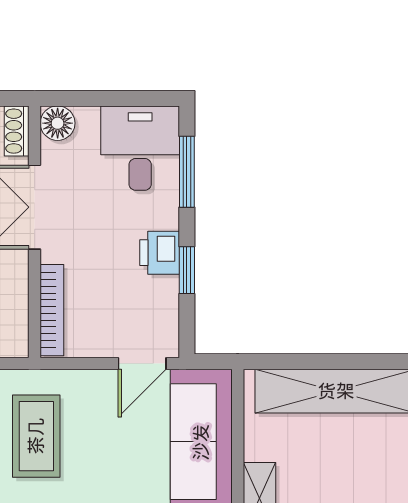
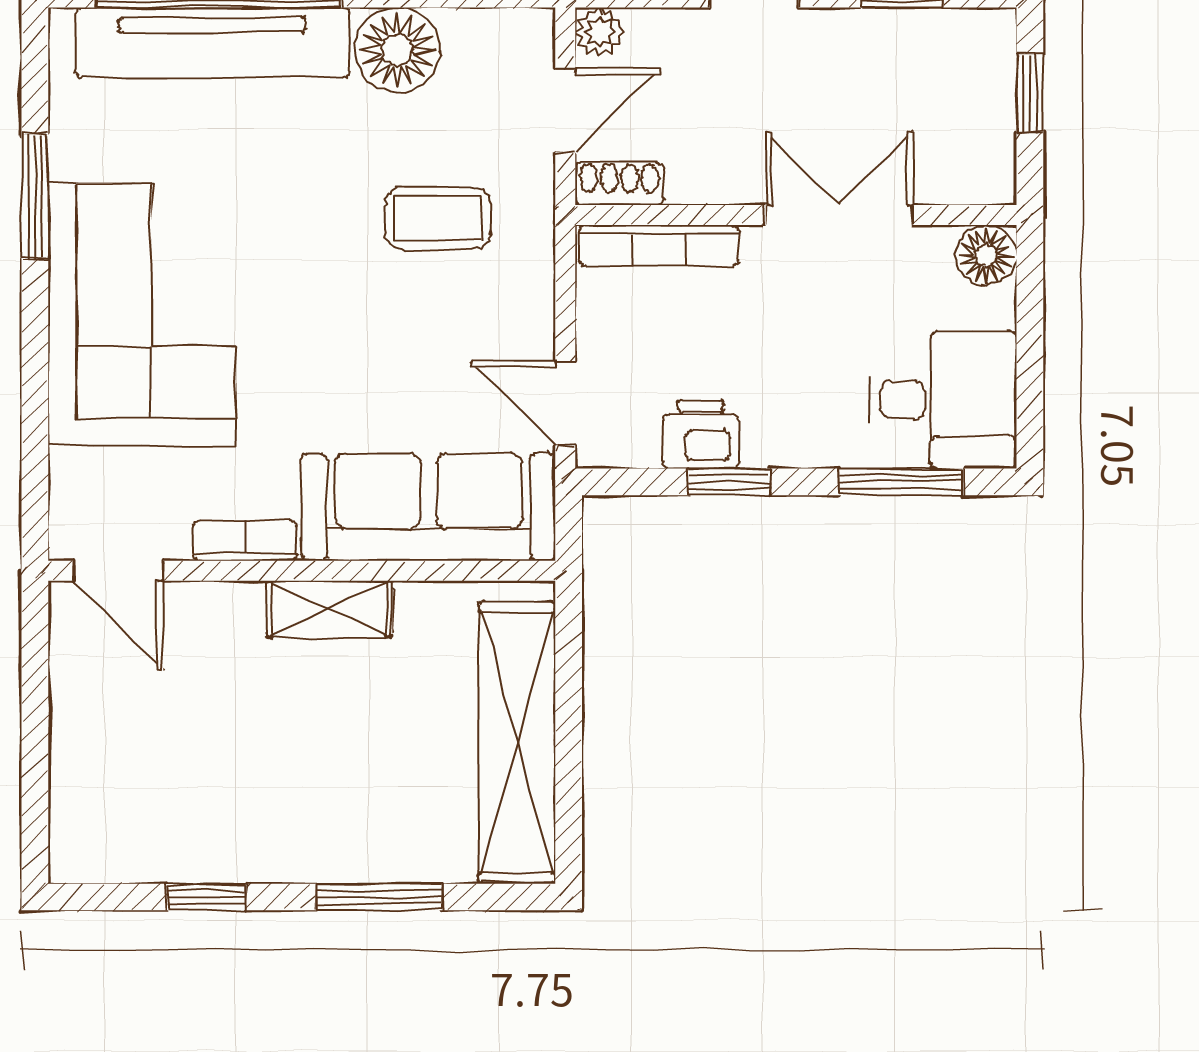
shoe rack: (17, 131) -> (619, 184), moved
printer: (160, 253) -> (701, 434), moved
coffee table: (36, 436) -> (438, 218), width x0.73, depth x0.77

